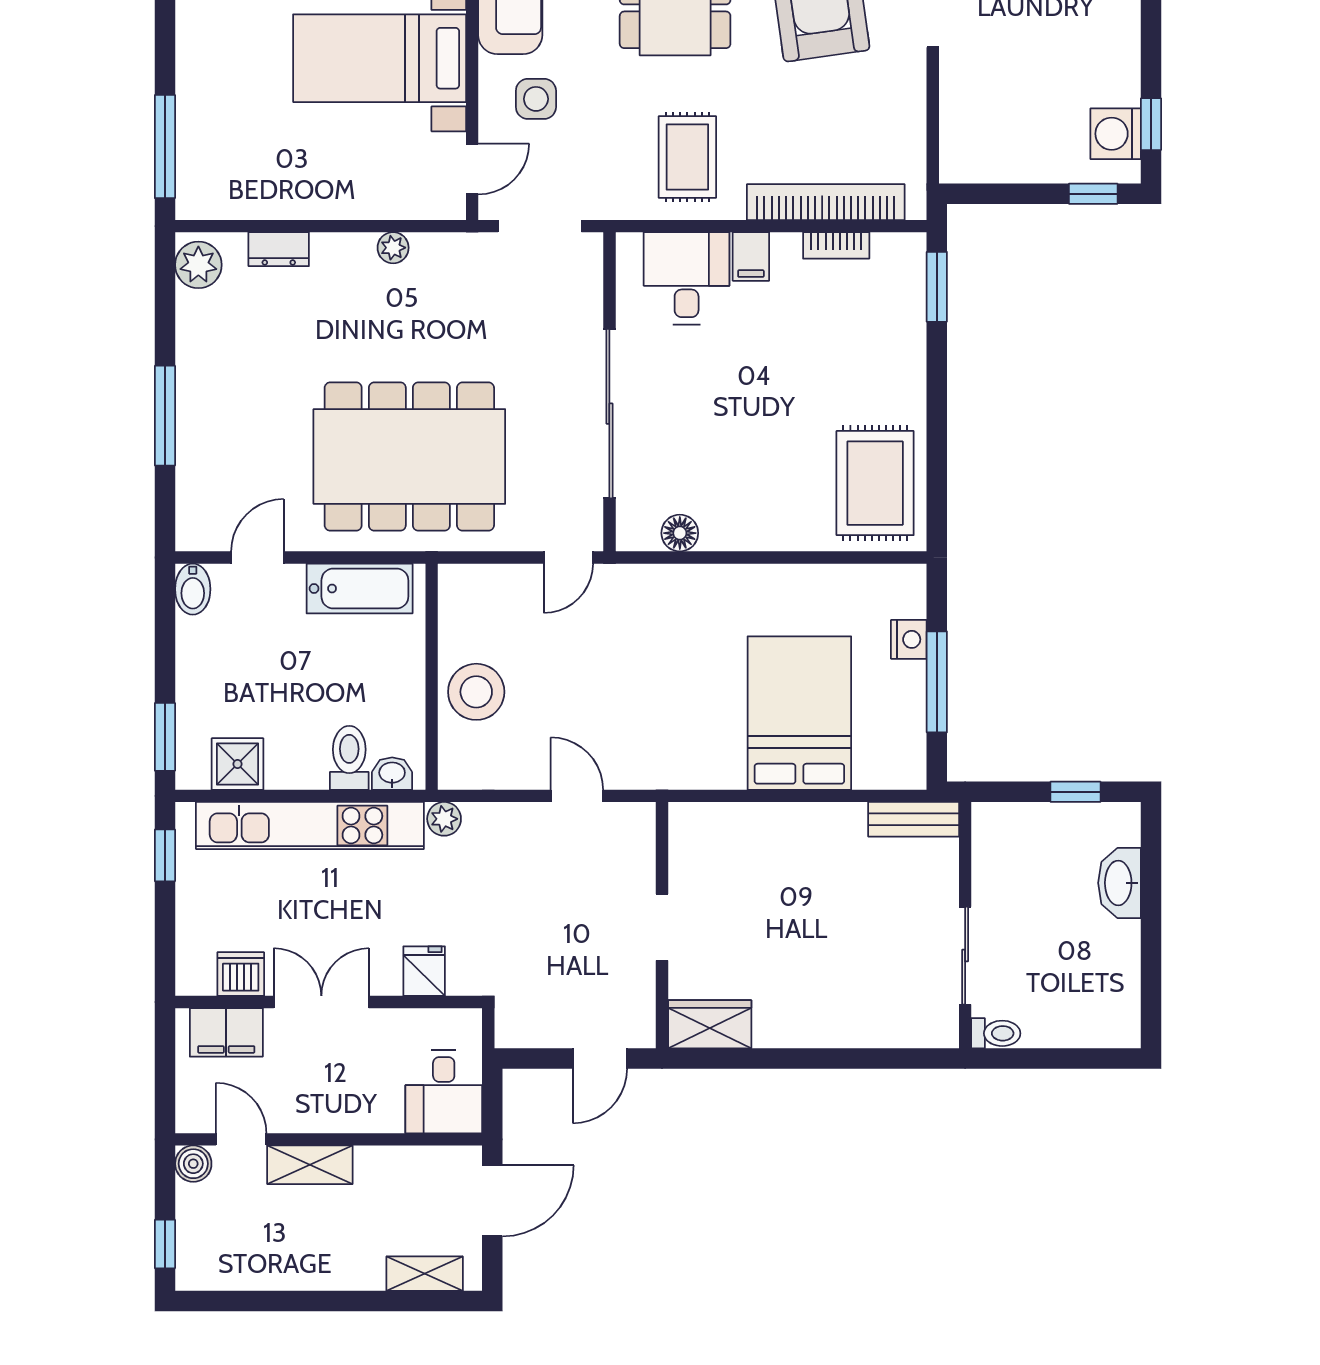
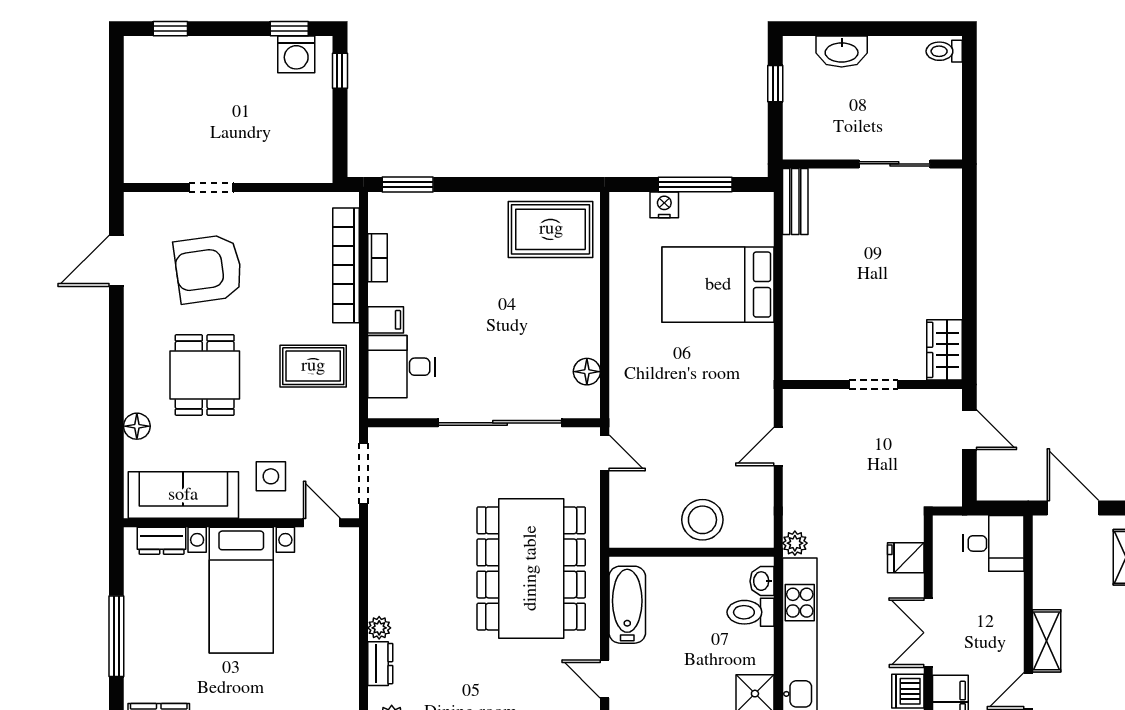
plant: (393, 248) -> (379, 628), moved
toilet: (996, 1033) -> (944, 51), moved, turned -90

